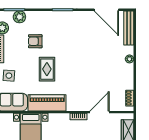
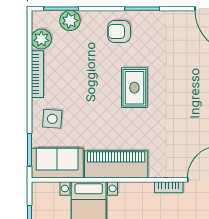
armchair: (35, 41) -> (119, 31), moved
rug: (47, 69) -> (134, 88), moved

